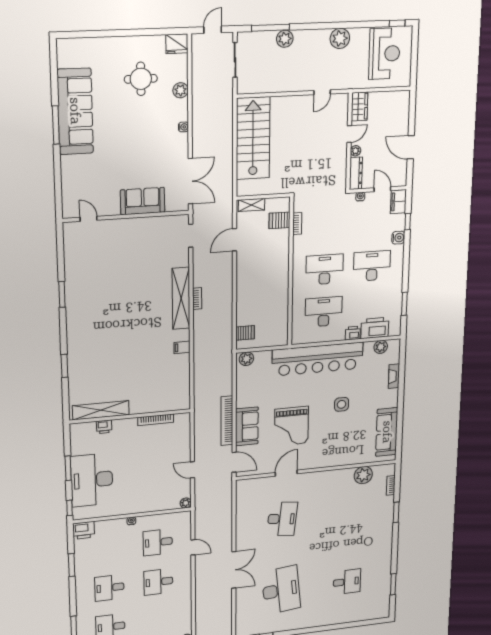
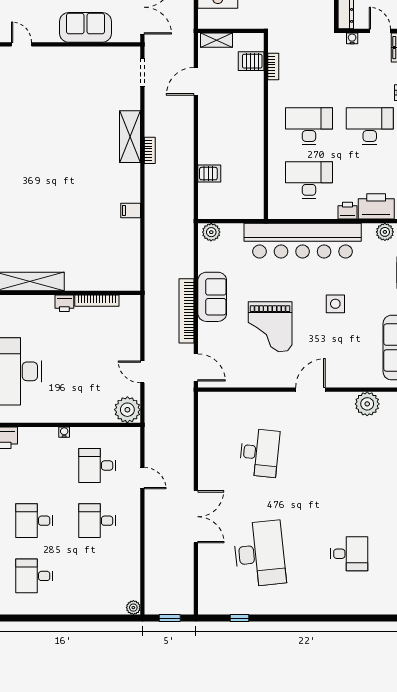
shelving: (181, 298) -> (130, 137), width x0.68
server rack: (245, 333) -> (209, 174), moved
sofa: (247, 426) -> (212, 297), moved
printer: (104, 427) -> (64, 303), moved
door: (286, 473) -> (310, 390), moved
plant: (186, 503) -> (127, 410), width x1.88, depth x1.88

